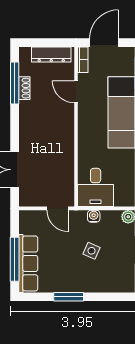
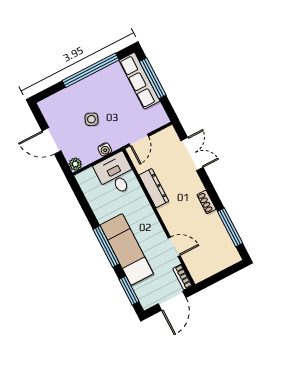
dresser: (51, 54) -> (154, 188), moved, turned 90
shoe rack: (24, 88) -> (206, 202), moved
door: (57, 208) -> (139, 140), swing flipped
window: (69, 297) -> (91, 70), width x2.11

